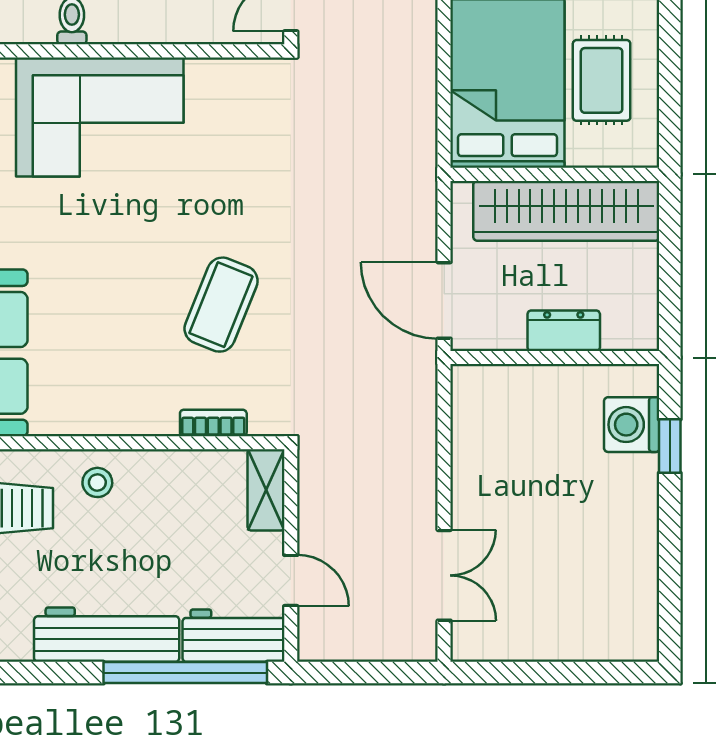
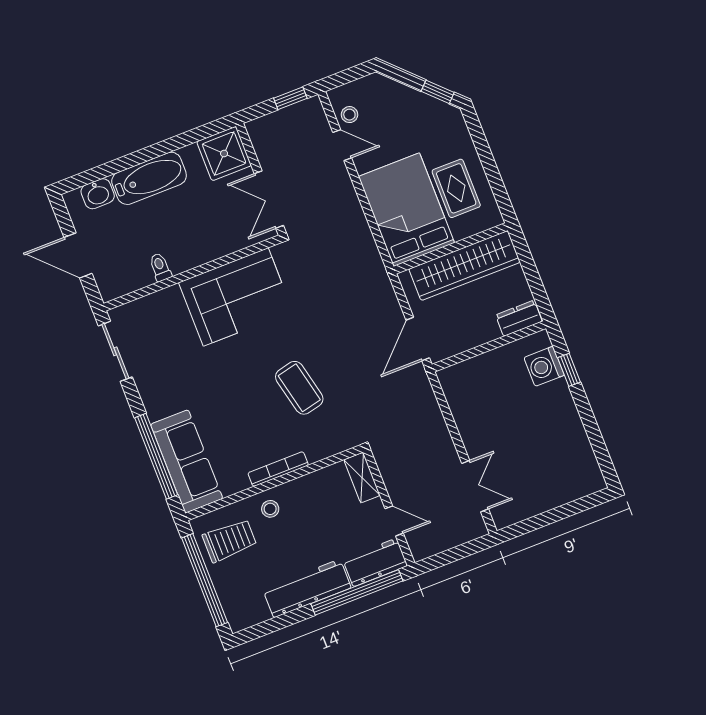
corner sofa: (100, 117) -> (236, 297), moved
door: (444, 300) -> (418, 339), hinge flipped
coffee table: (221, 305) -> (299, 388), turned -35
dresser: (564, 331) -> (519, 318), moved
bookcase: (213, 423) -> (278, 469), moved, width x1.56

